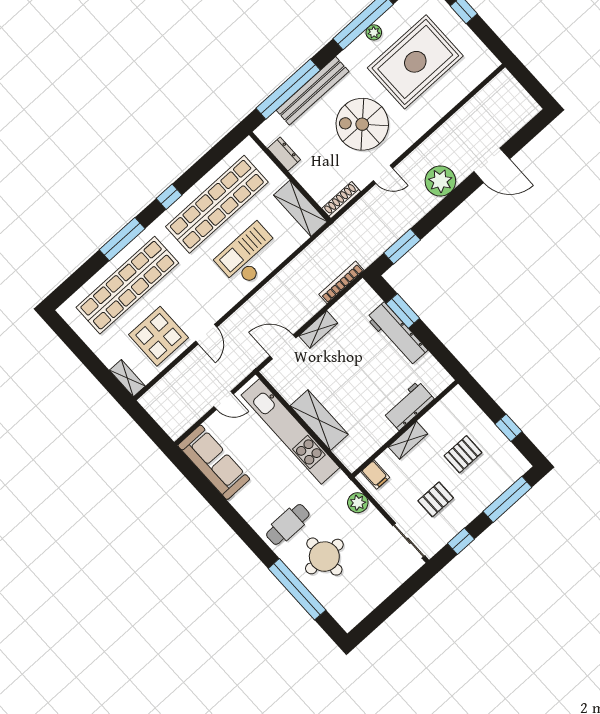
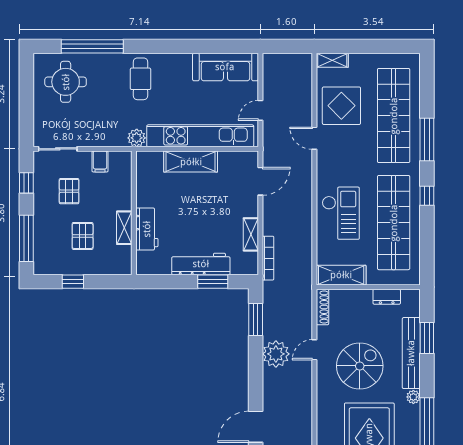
plant: (374, 32) -> (413, 397), moved
window: (288, 89) -> (427, 338), width x0.47
plant: (440, 181) -> (276, 354), moved
shelving: (318, 329) -> (251, 234), moved
shelving: (408, 440) -> (124, 228), moved
filing cabinet: (375, 475) -> (100, 161), moved, turned -90
plant: (358, 503) -> (137, 138), moved
round table: (324, 557) -> (66, 82), moved

